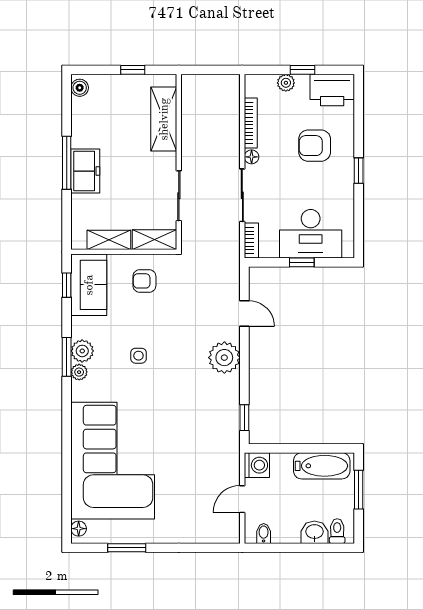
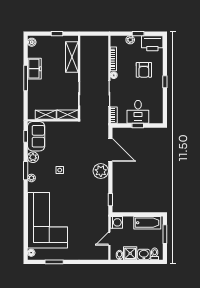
armchair: (315, 146) -> (144, 70), turned -90
freezer: (85, 171) -> (34, 69), moved
desk: (311, 234) -> (138, 112), width x0.73
armchair: (144, 281) -> (63, 134), removed
door: (244, 313) -> (110, 150), width x1.87
plant: (82, 351) -> (33, 157), moved
shower: (286, 530) -> (130, 253), added

